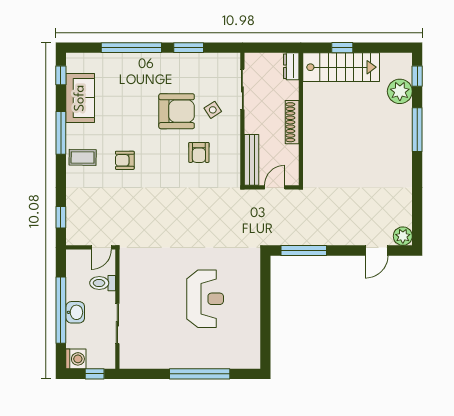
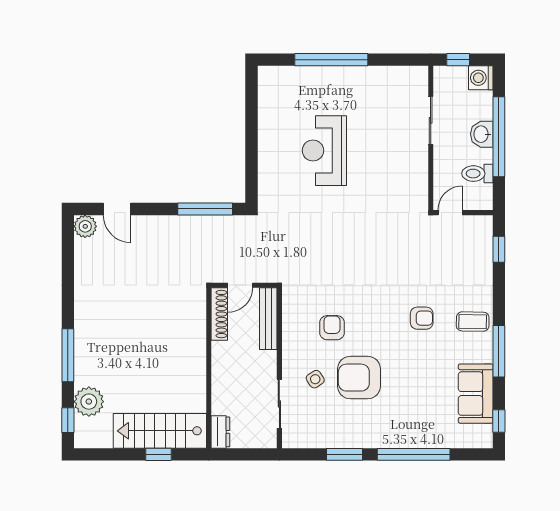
shoe rack: (292, 122) -> (219, 314), moved
door: (377, 250) -> (117, 209), swing flipped
toilet: (103, 283) -> (477, 174), moved, turned 180

